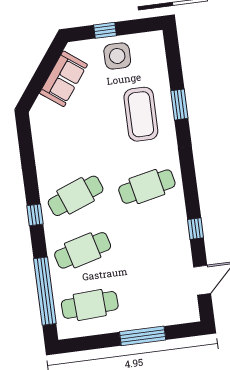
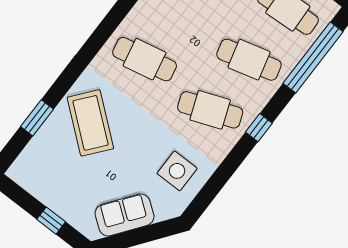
side table: (117, 56) -> (177, 171), moved
window: (179, 105) -> (37, 118), moved
coffee table: (141, 114) -> (90, 123), turned -51

